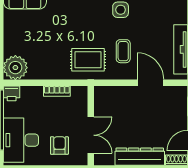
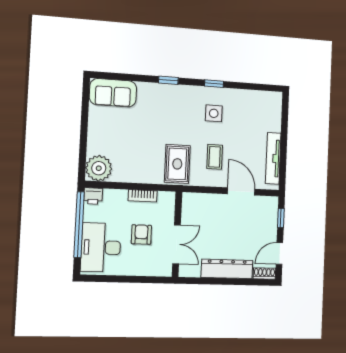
rug: (88, 60) -> (177, 164), turned 90
armchair: (59, 146) -> (141, 234), moved

